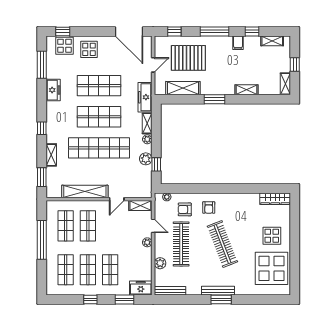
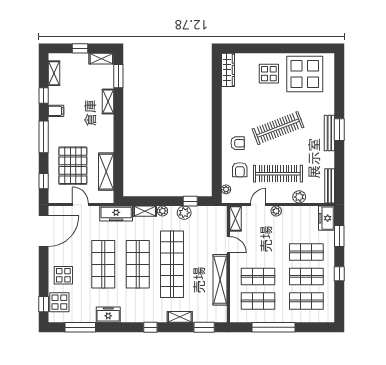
window: (214, 99) -> (118, 76), moved

